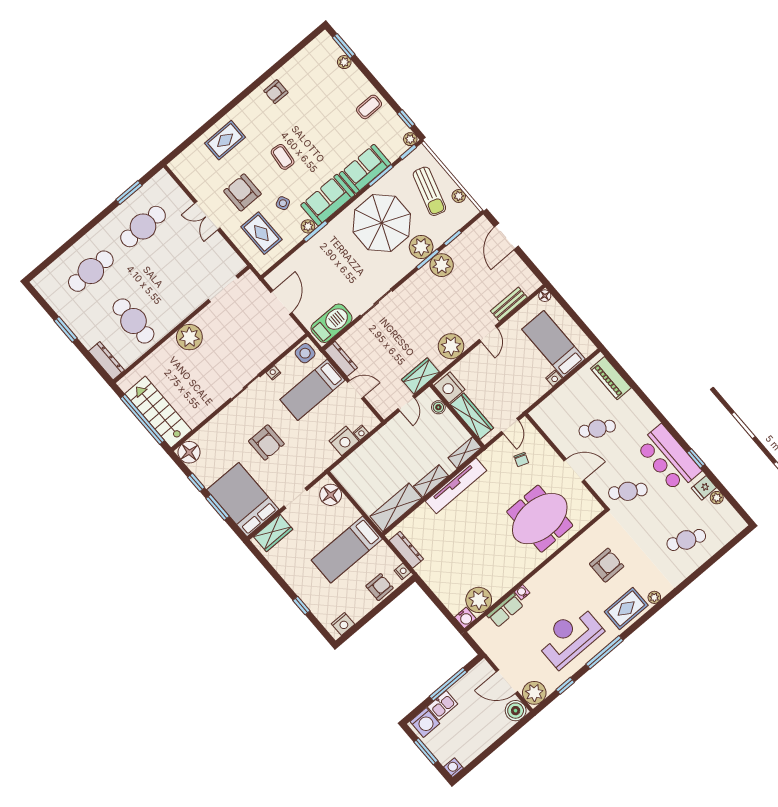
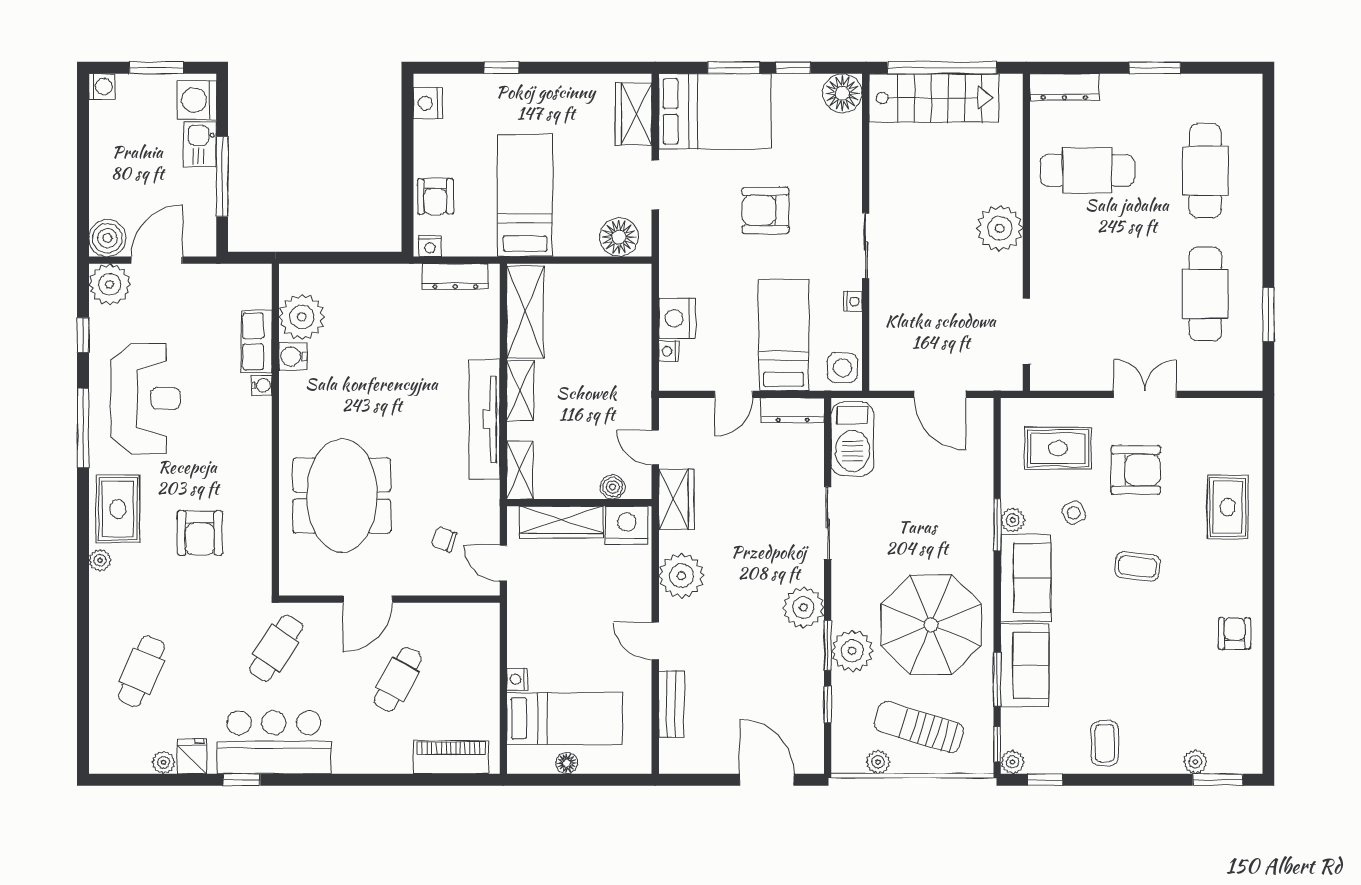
plant: (442, 265) -> (803, 607), moved
floor lamp: (545, 296) -> (567, 763), moved
water cooler: (465, 618) -> (293, 356), moved

